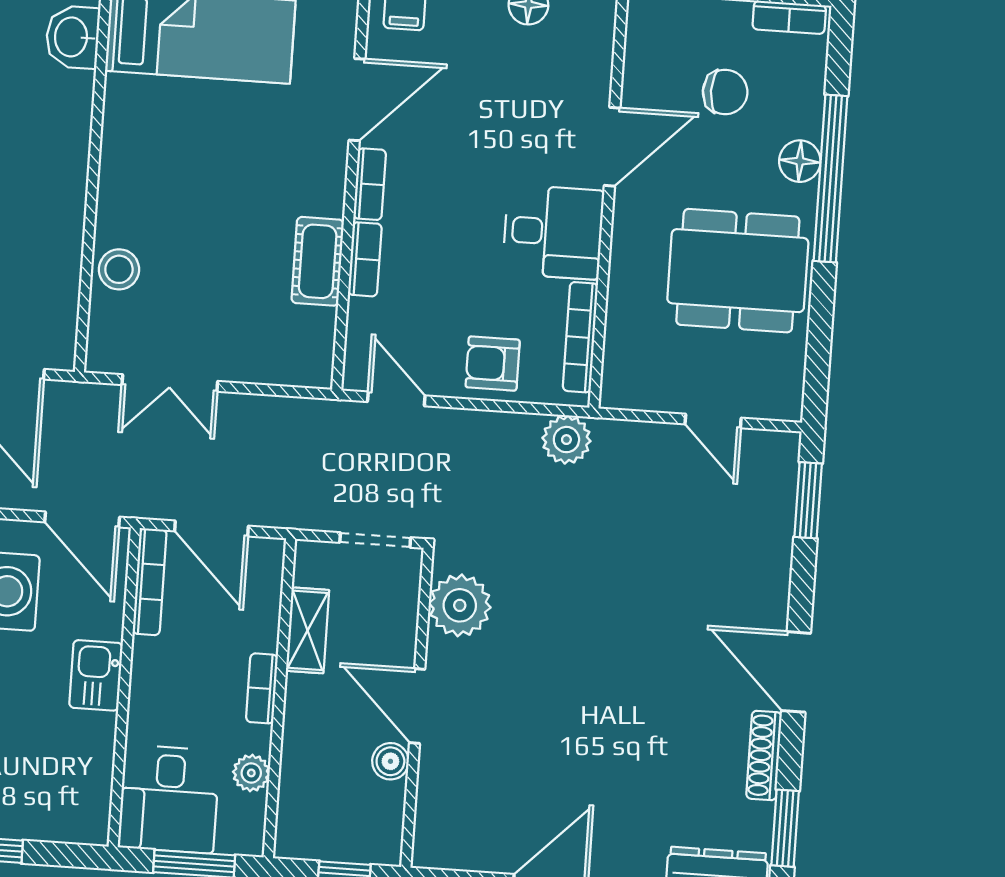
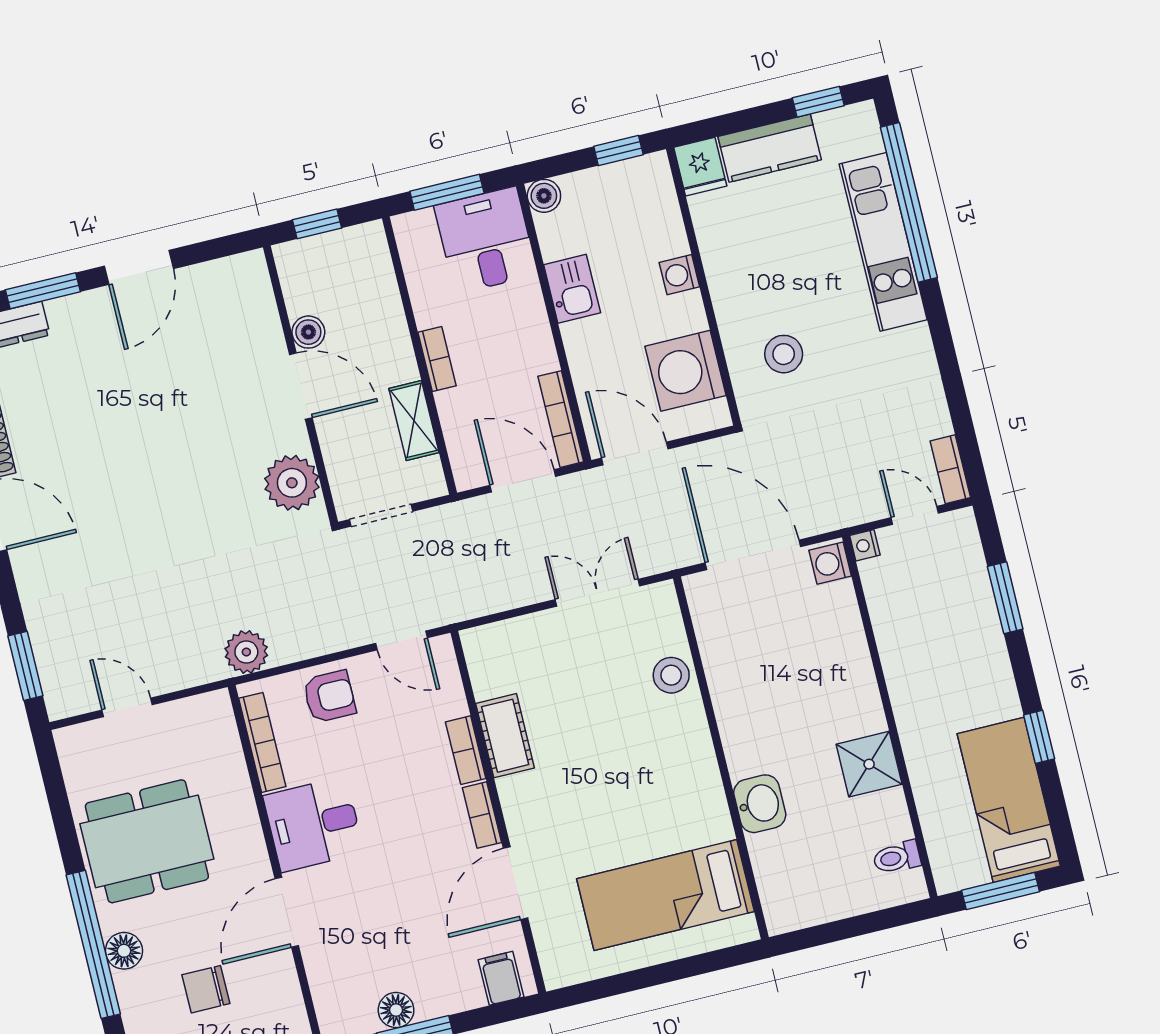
washbasin: (73, 37) -> (760, 804), moved
kitchen sink: (96, 675) -> (572, 289), moved
plant: (251, 773) -> (423, 285), removed
boiler: (91, 827) -> (544, 196), added

